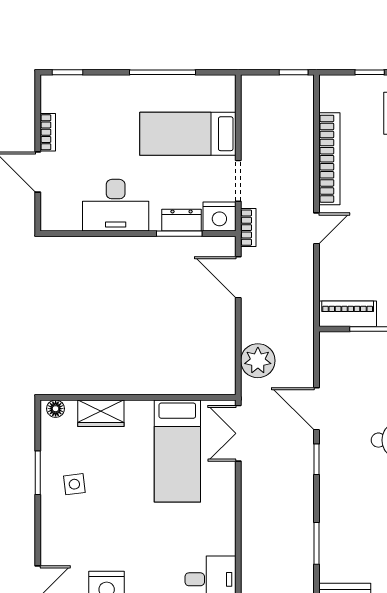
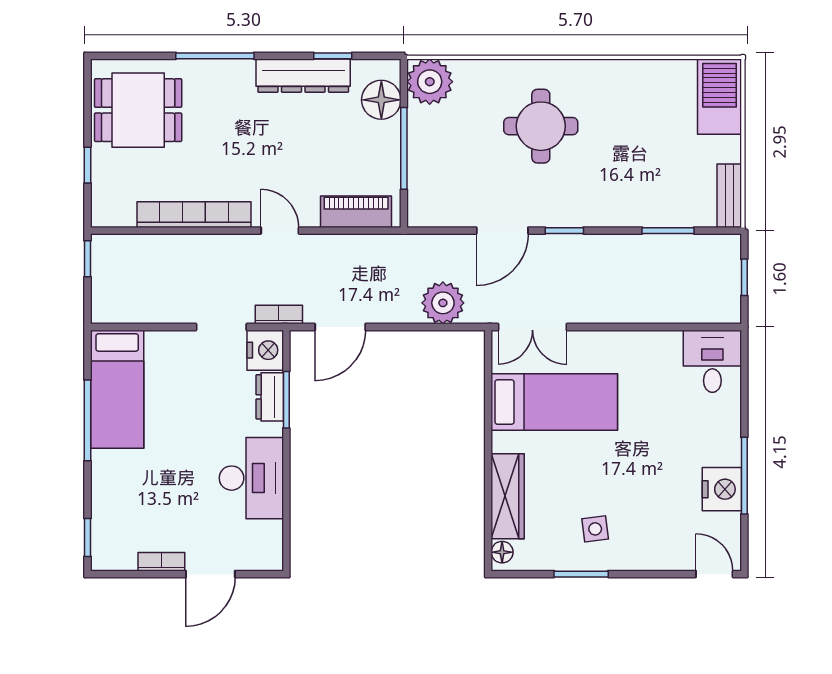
bed: (188, 134) -> (117, 389), moved
piano: (348, 314) -> (356, 212), moved, turned 90
wardrobe: (101, 413) -> (508, 496), width x1.50

